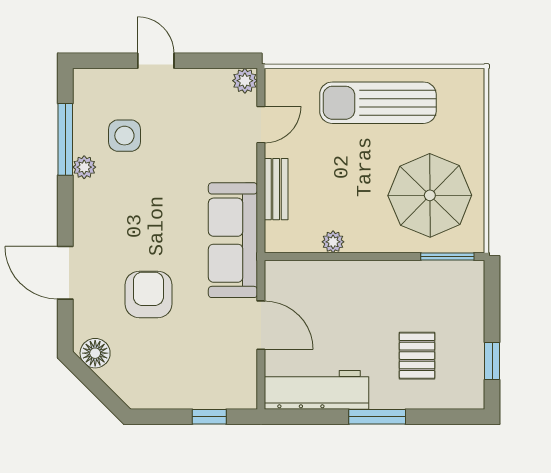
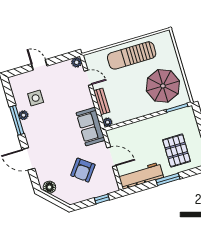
door: (261, 125) -> (88, 78), hinge flipped
window: (65, 139) -> (17, 120), moved
sofa: (233, 240) -> (91, 127), width x0.73
plant: (333, 242) -> (108, 122), moved
armchair: (148, 294) -> (83, 170), moved, turned -143
pallet: (417, 356) -> (177, 151), width x1.50, depth x1.42

